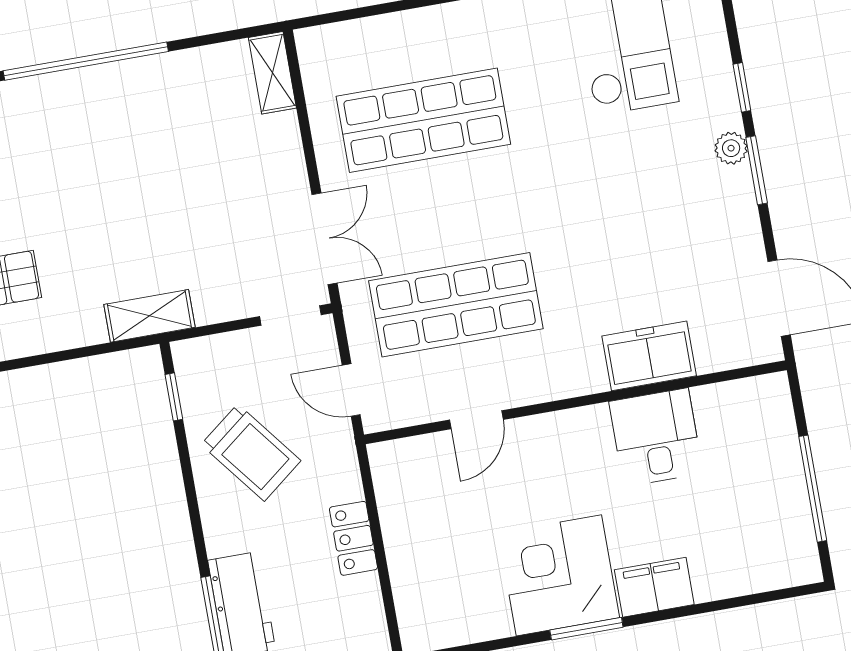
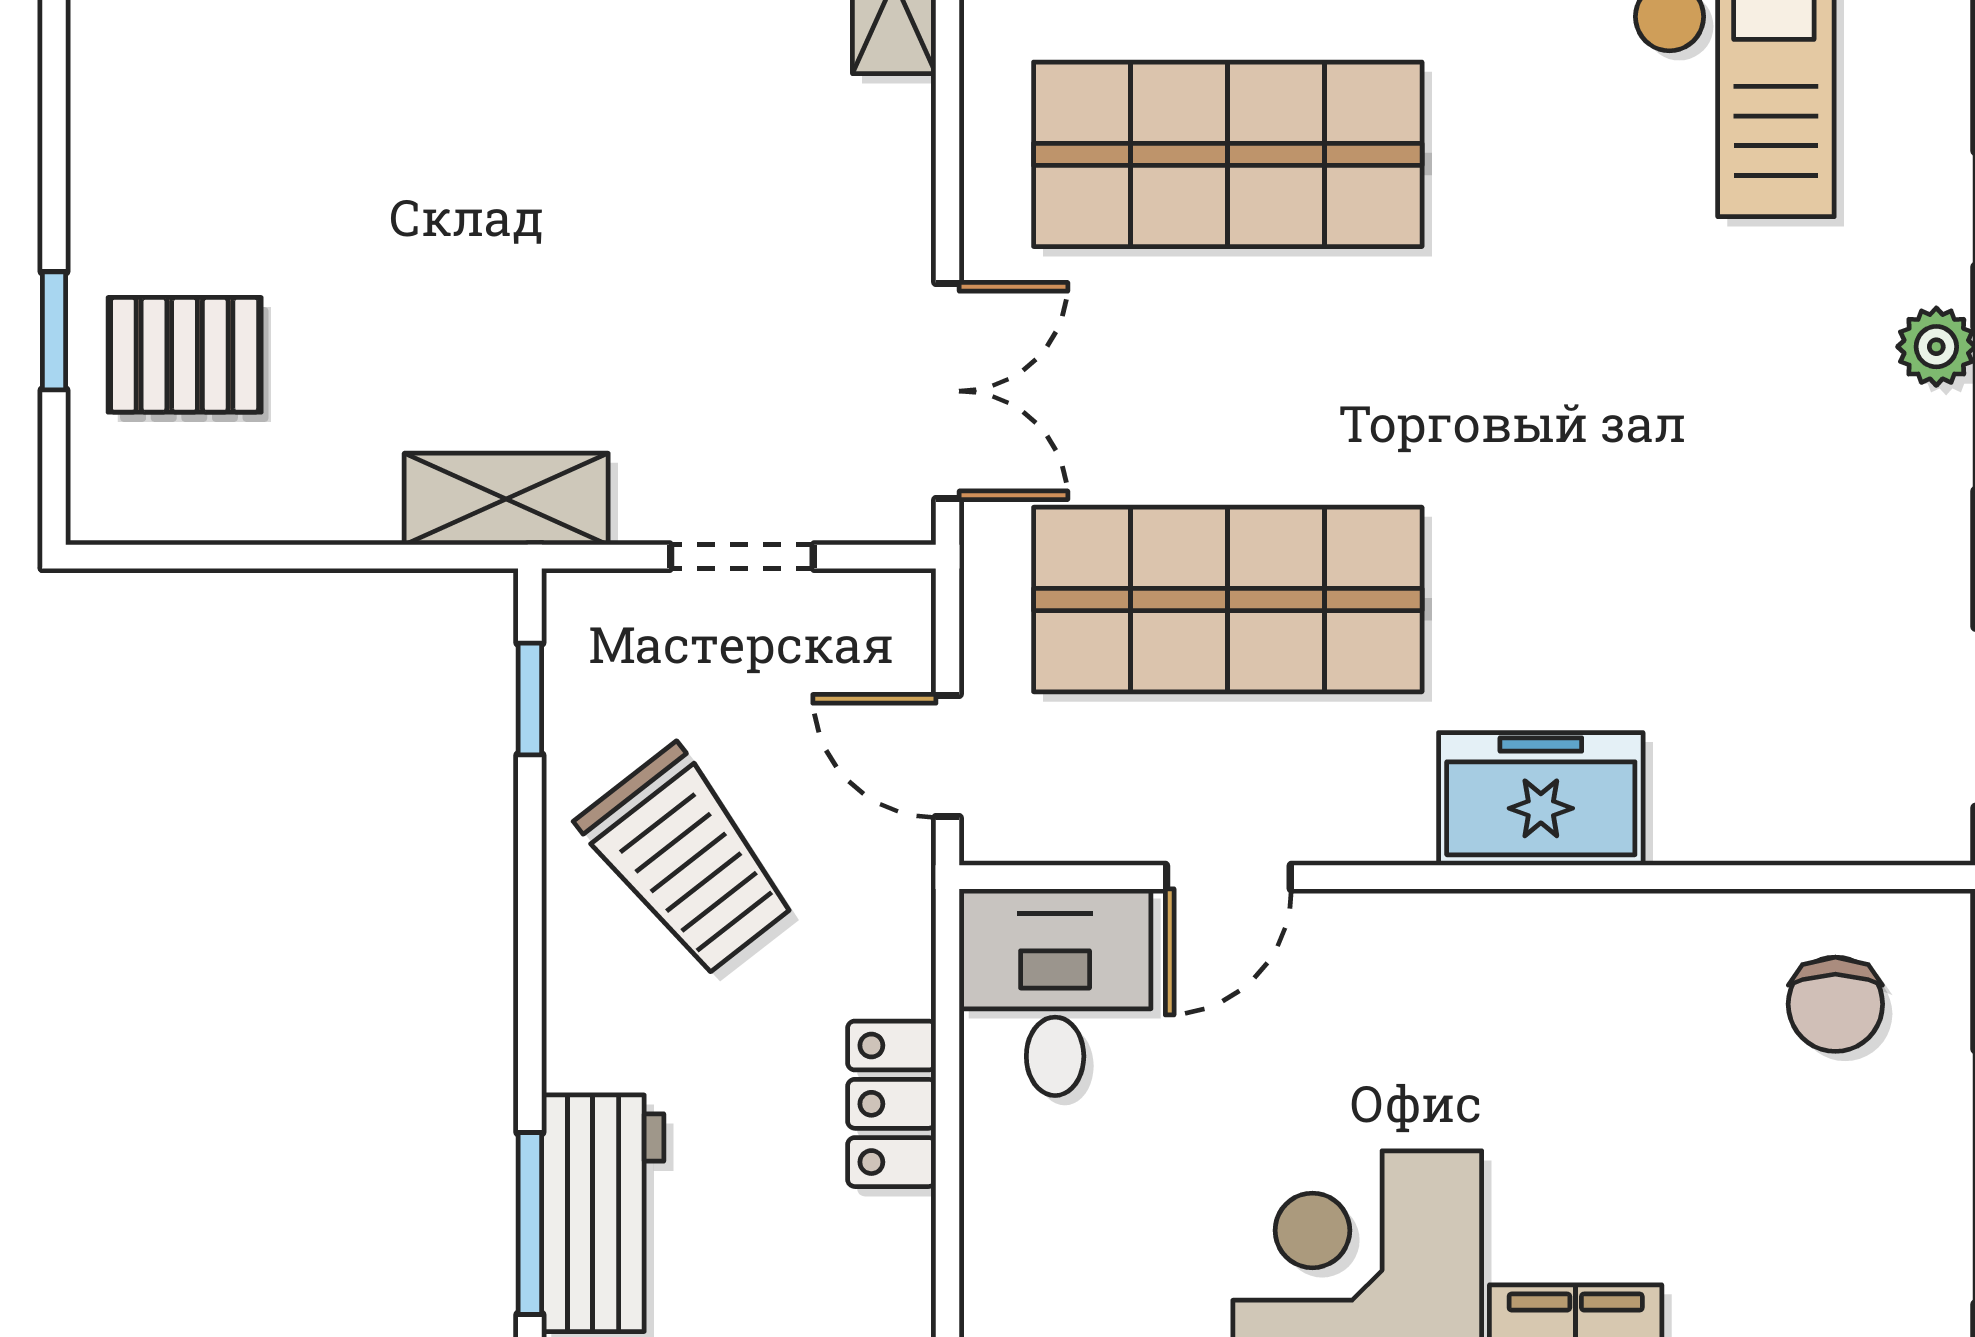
doorway: (290, 316) -> (742, 557), moved
freezer: (649, 356) -> (1541, 799), moved
chair: (737, 428) -> (1835, 1004), added
desk: (656, 437) -> (1055, 992), moved

